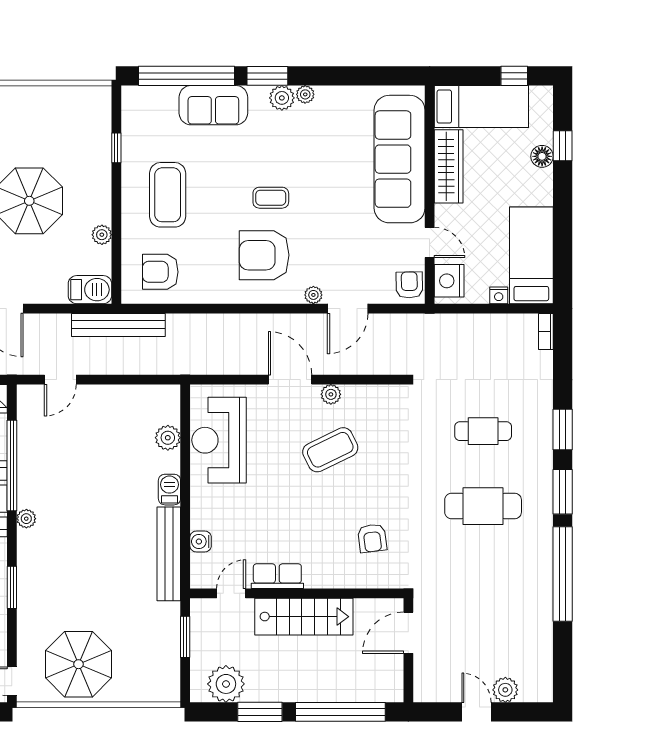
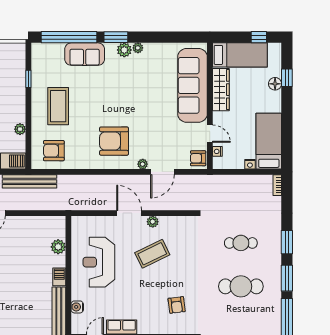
coffee table: (271, 198) -> (118, 108), removed
nightstand: (449, 281) -> (217, 151), width x0.53, depth x0.56
armchair: (409, 285) -> (198, 158), turned -89
reception desk: (219, 440) -> (99, 262), moved

